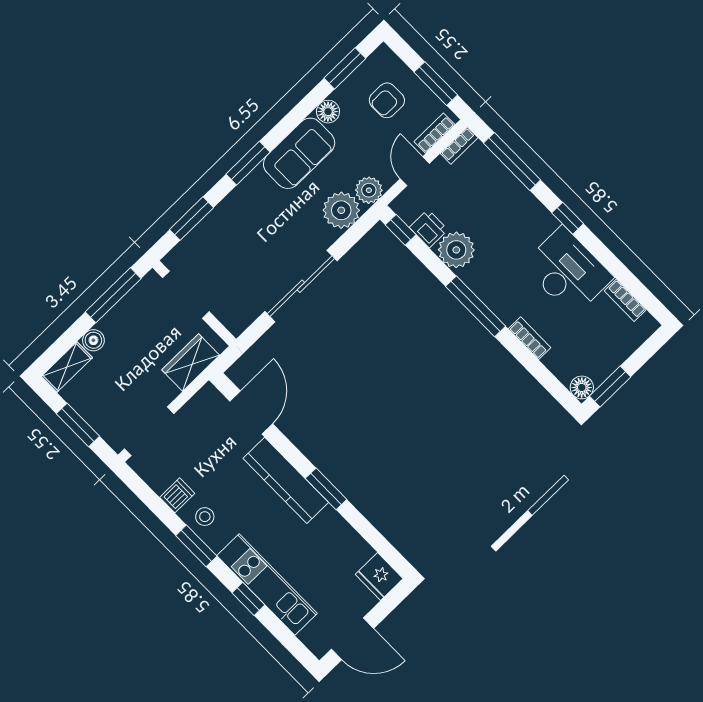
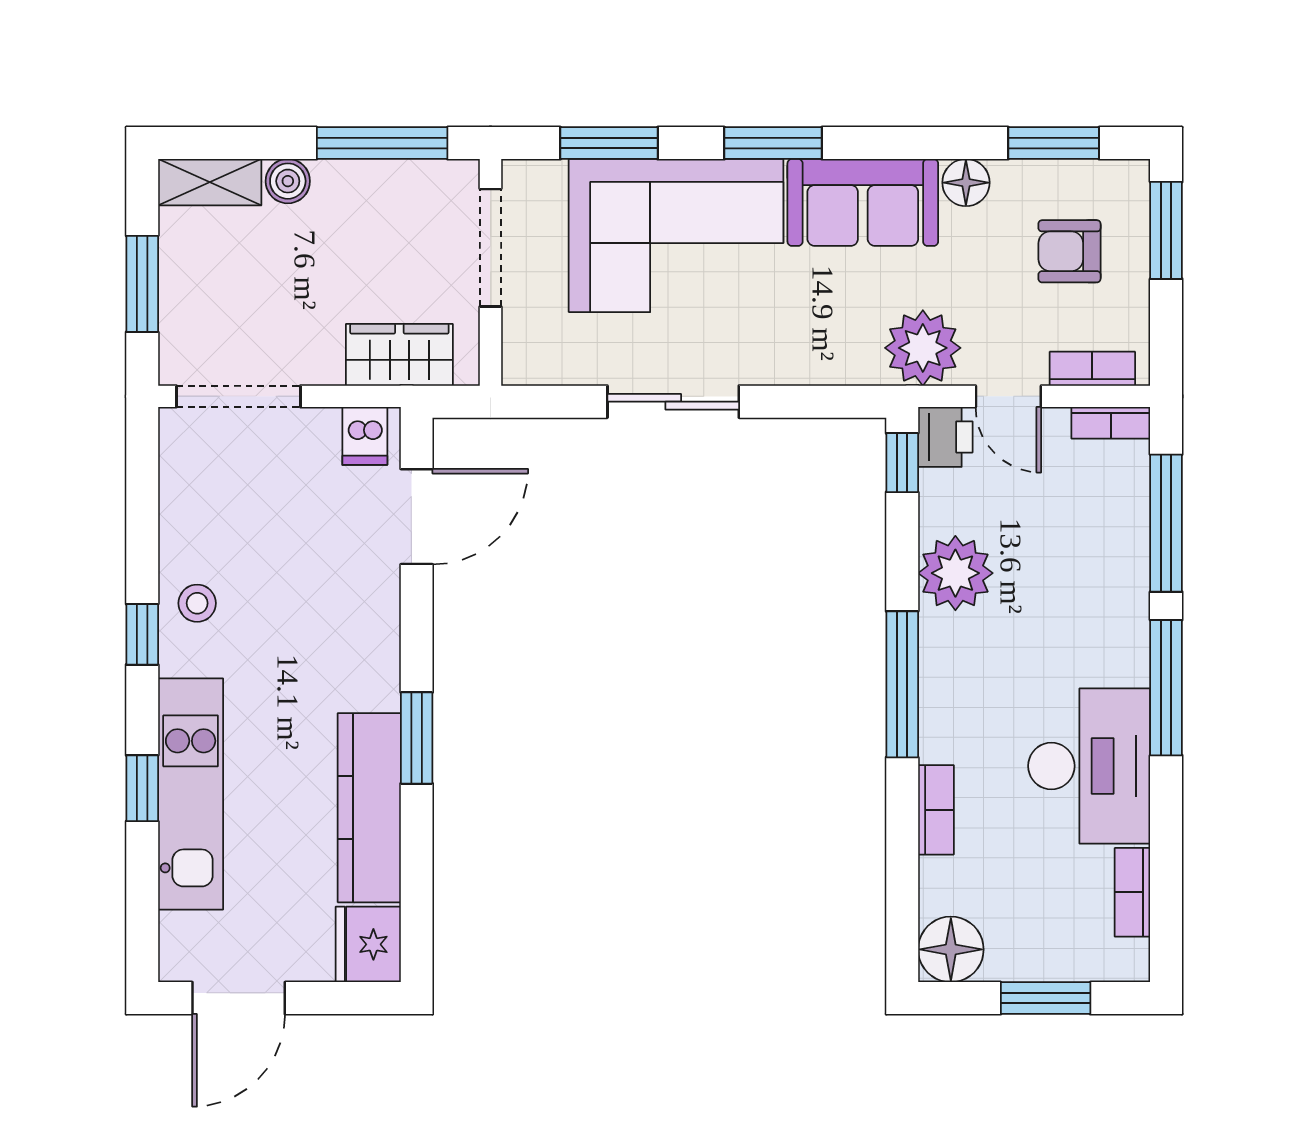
window: (436, 84) -> (1166, 230), moved
door: (415, 171) -> (1008, 396), swing flipped
plant: (369, 190) -> (923, 348), width x1.36, depth x1.36
plant: (341, 210) -> (843, 348), removed
window: (568, 218) -> (1166, 688), width x2.17
corner sofa: (246, 228) -> (676, 235), added
printer: (429, 229) -> (945, 437), moved
sliding door: (301, 286) -> (673, 402), width x0.73
floor lamp: (582, 387) -> (951, 949), width x1.38, depth x1.38
window: (610, 387) -> (1046, 998), moved
kitchen counter: (286, 480) -> (369, 808), moved
dishwasher: (177, 495) -> (365, 436), moved, turned 90
window: (196, 546) -> (142, 634), width x0.67
door: (353, 639) -> (239, 998), hinge flipped

